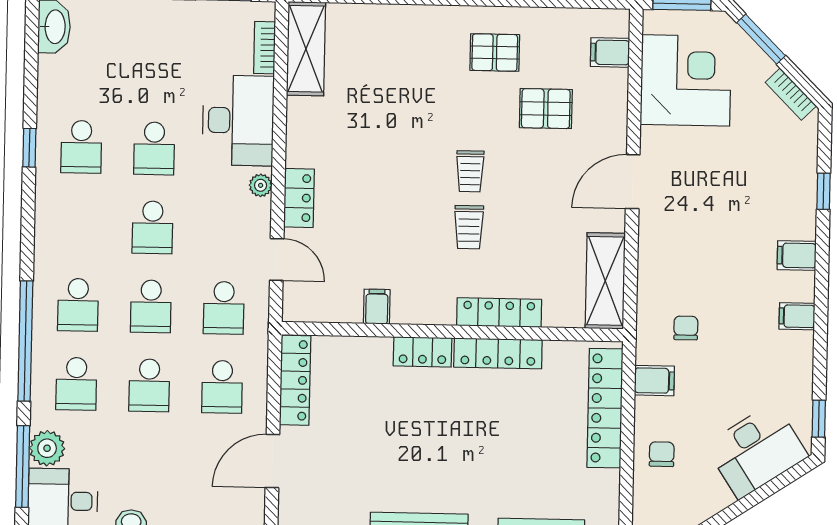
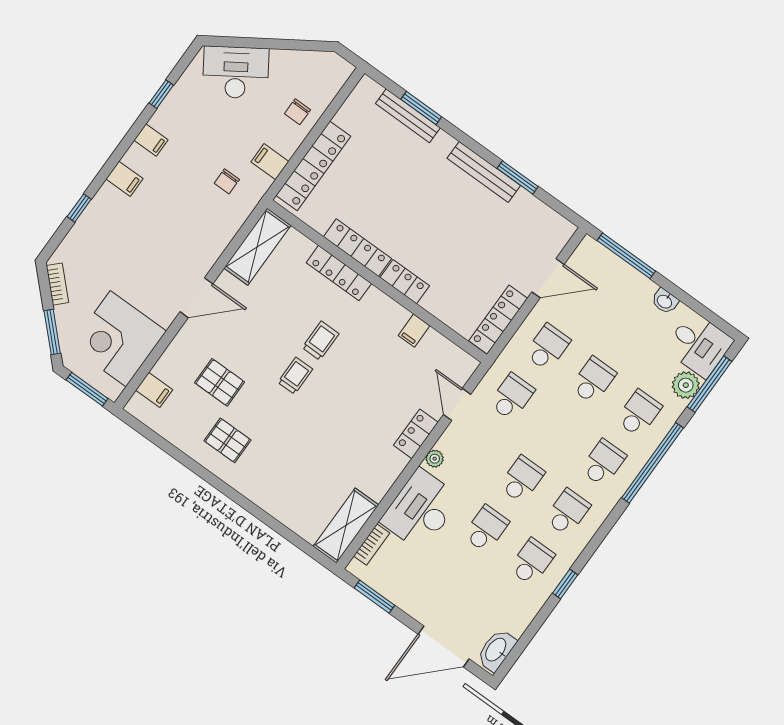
school desk: (151, 306) -> (568, 512), moved
window: (819, 419) -> (161, 94), moved

